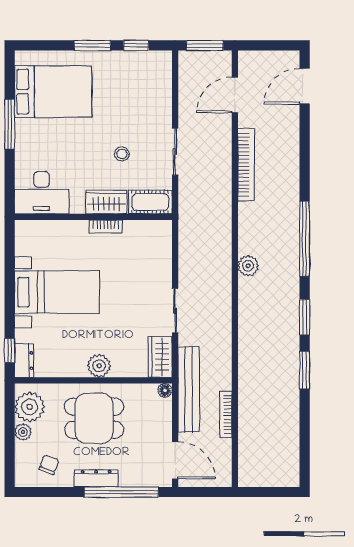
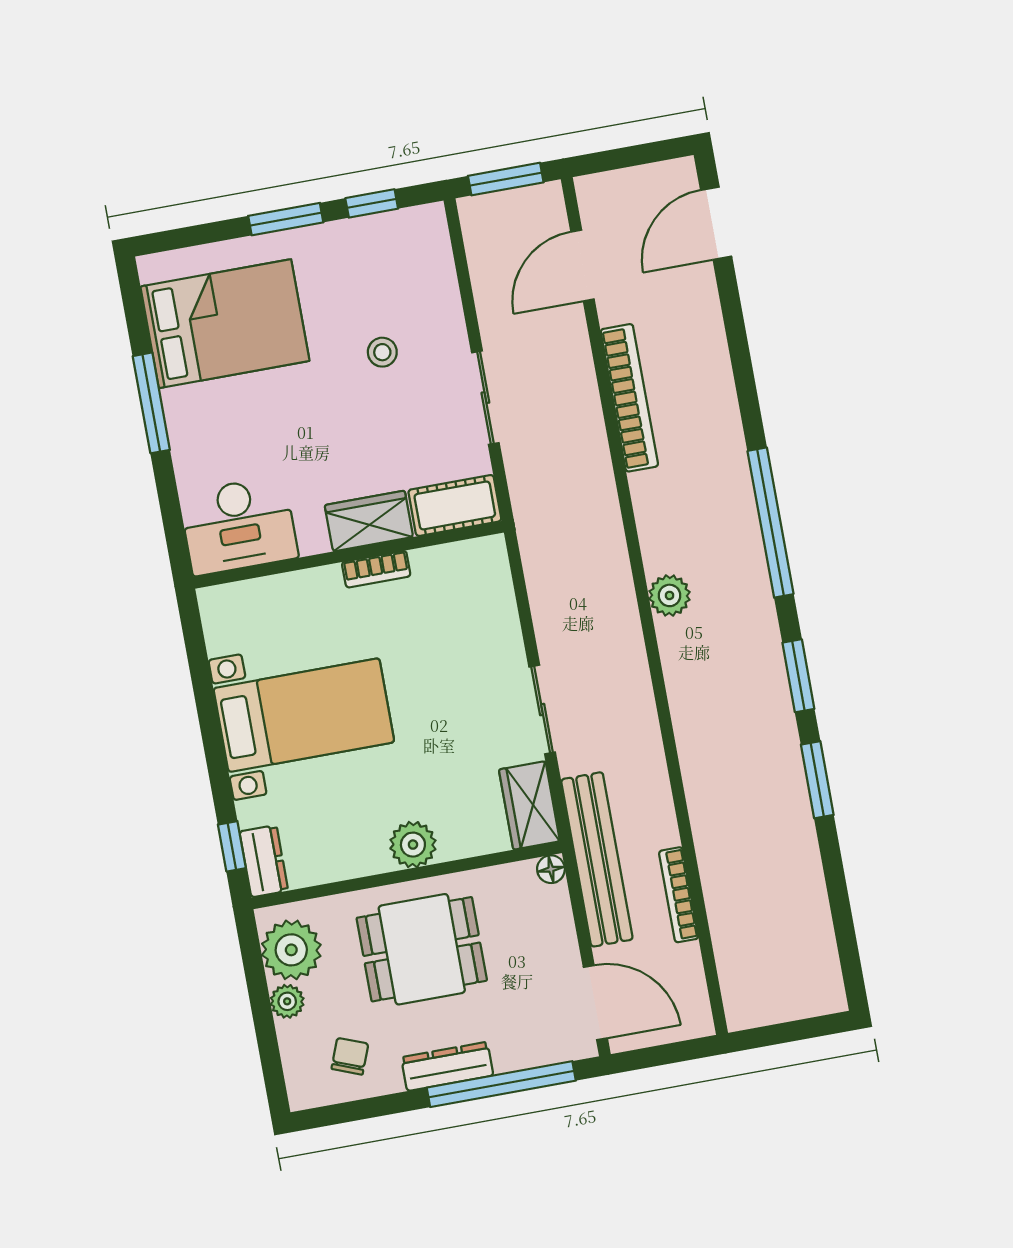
stool: (122, 154) -> (382, 352), moved

